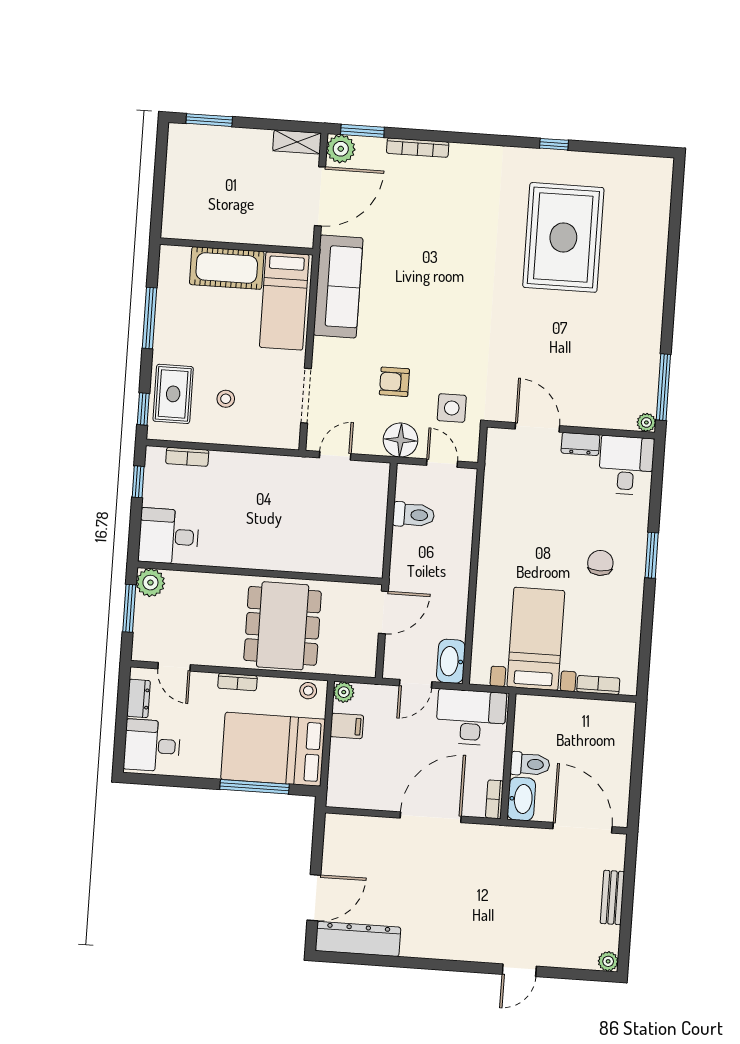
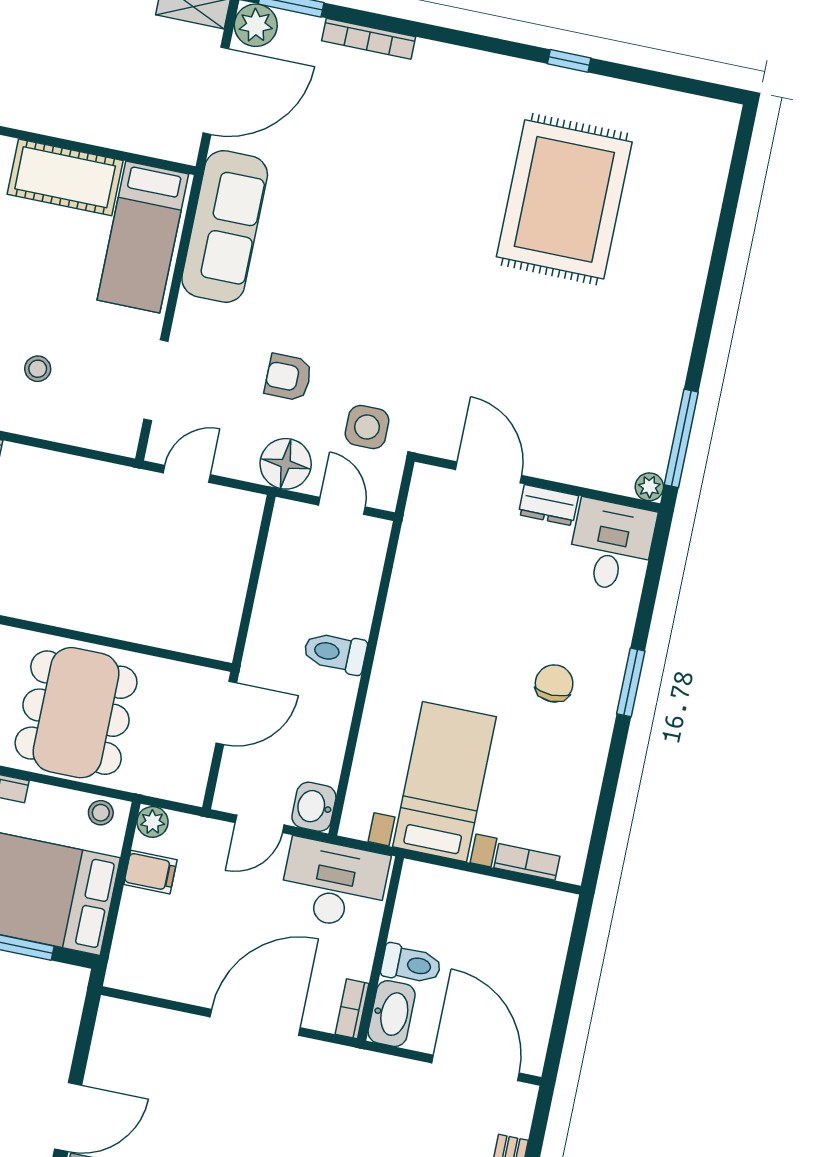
toilet: (414, 515) -> (335, 653), moved, turned 180
washbasin: (451, 661) -> (314, 807), width x0.72

